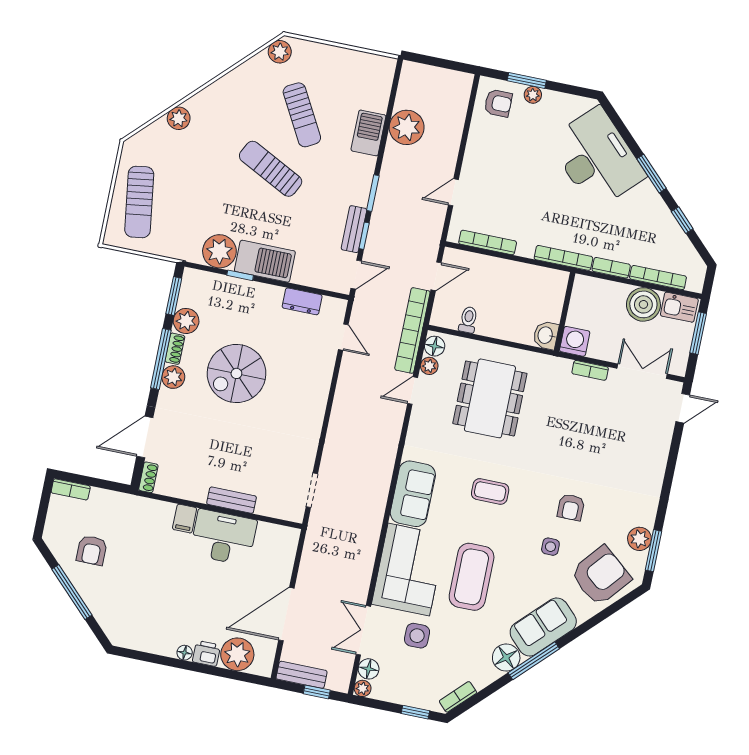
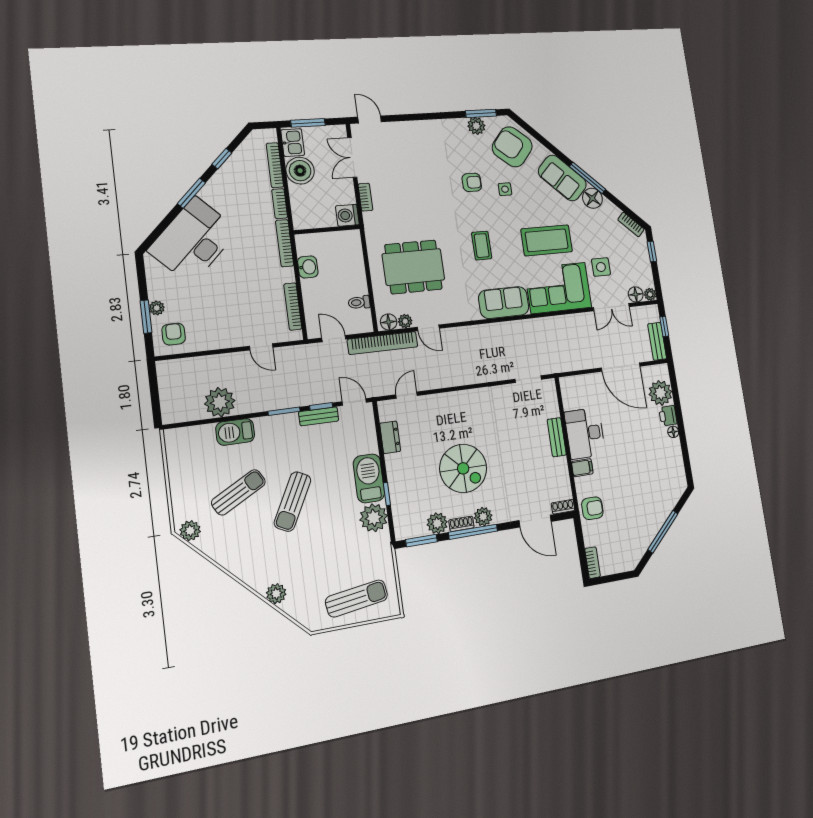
washbasin: (546, 335) -> (308, 267), moved, turned -90
armchair: (92, 550) -> (592, 508), moved

